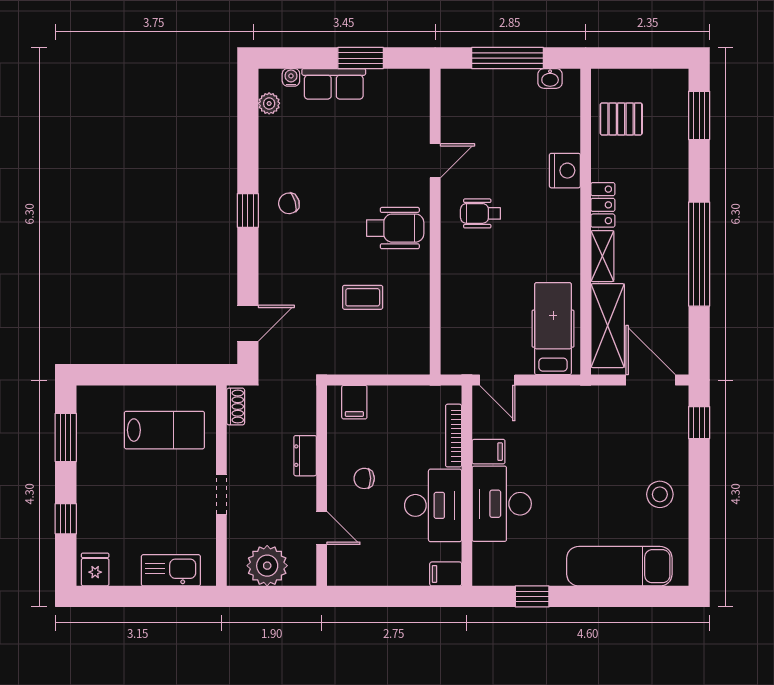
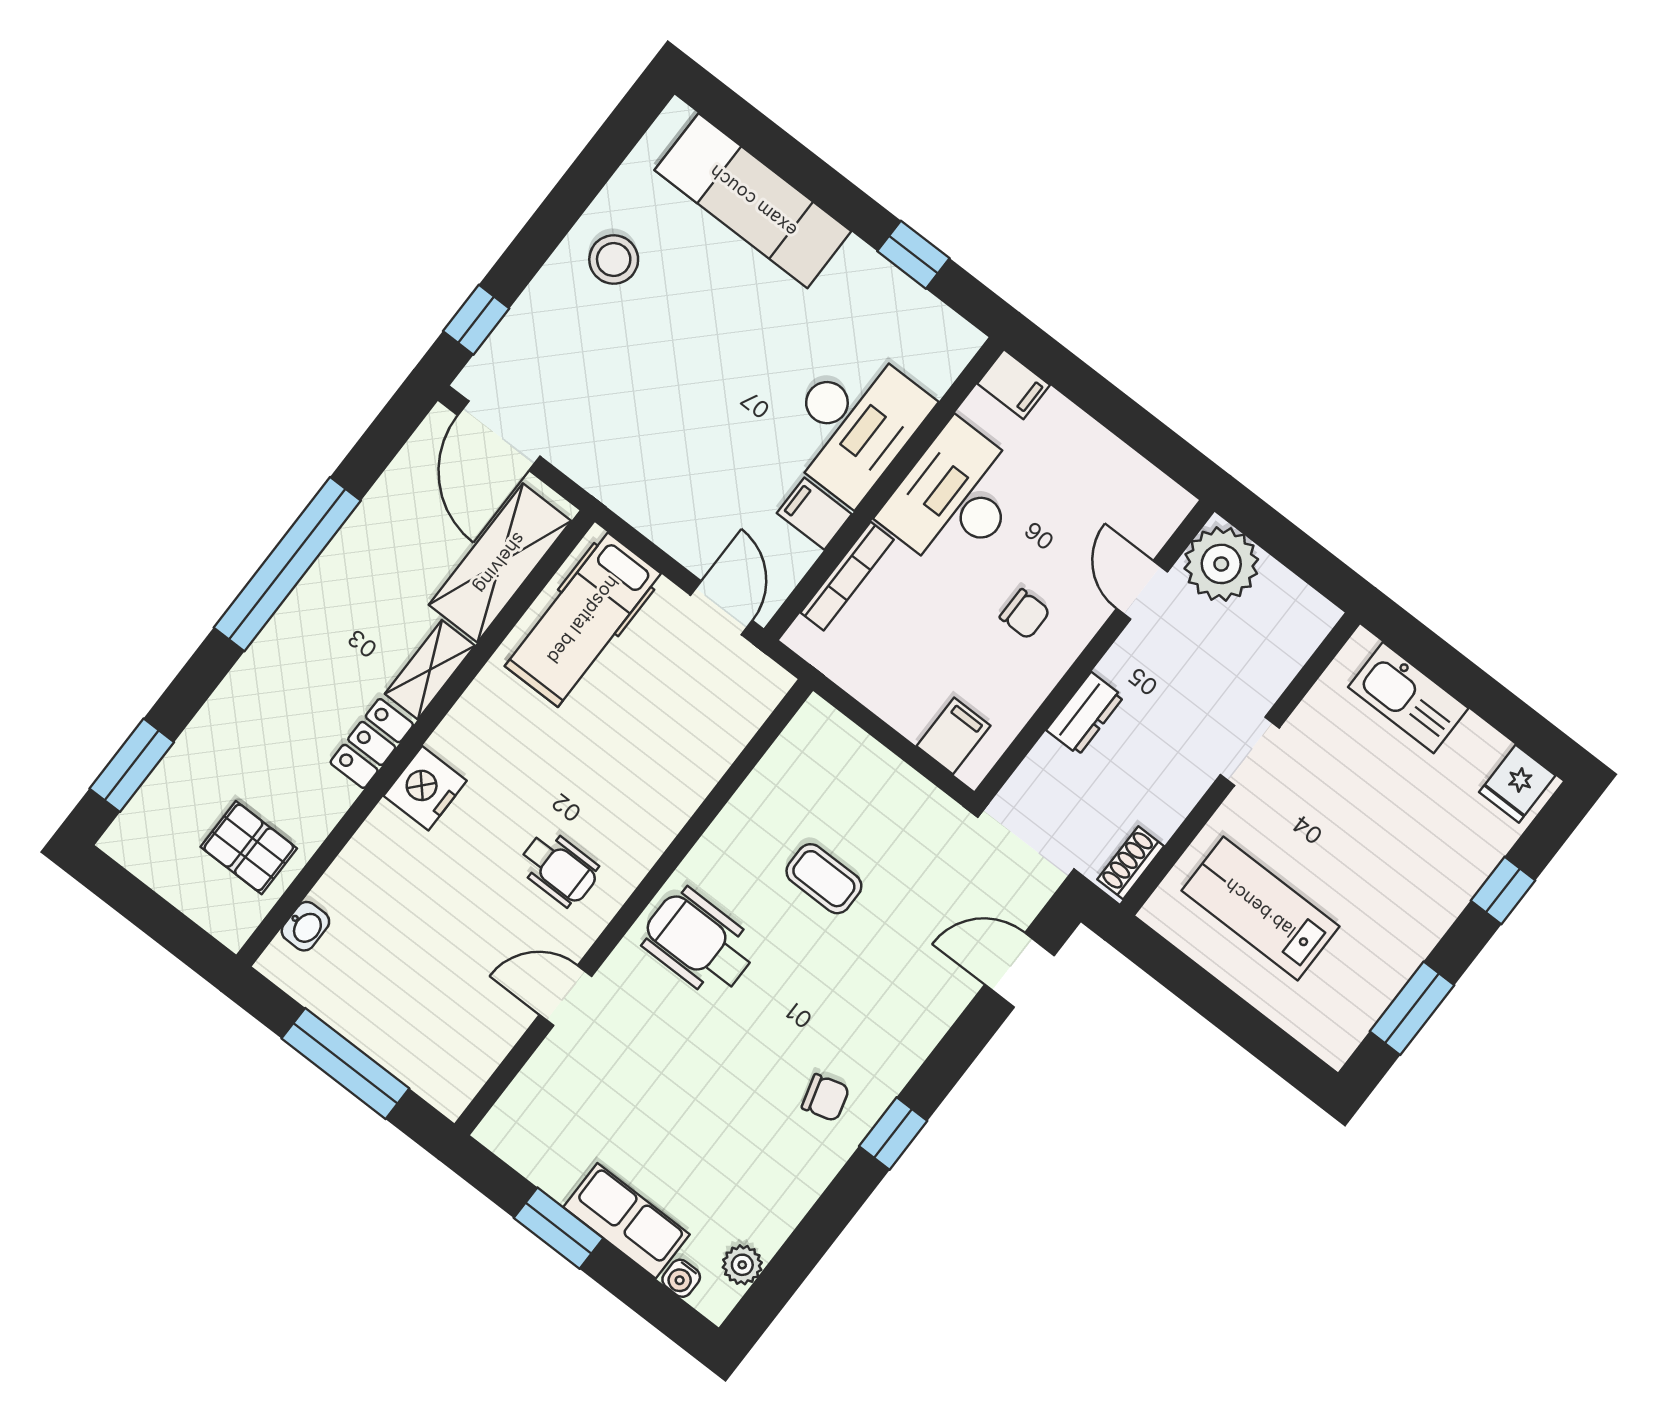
washbasin: (550, 78) -> (305, 926), moved, turned 90
nightstand: (565, 171) -> (425, 788), moved
plant: (267, 566) -> (1221, 564), moved

